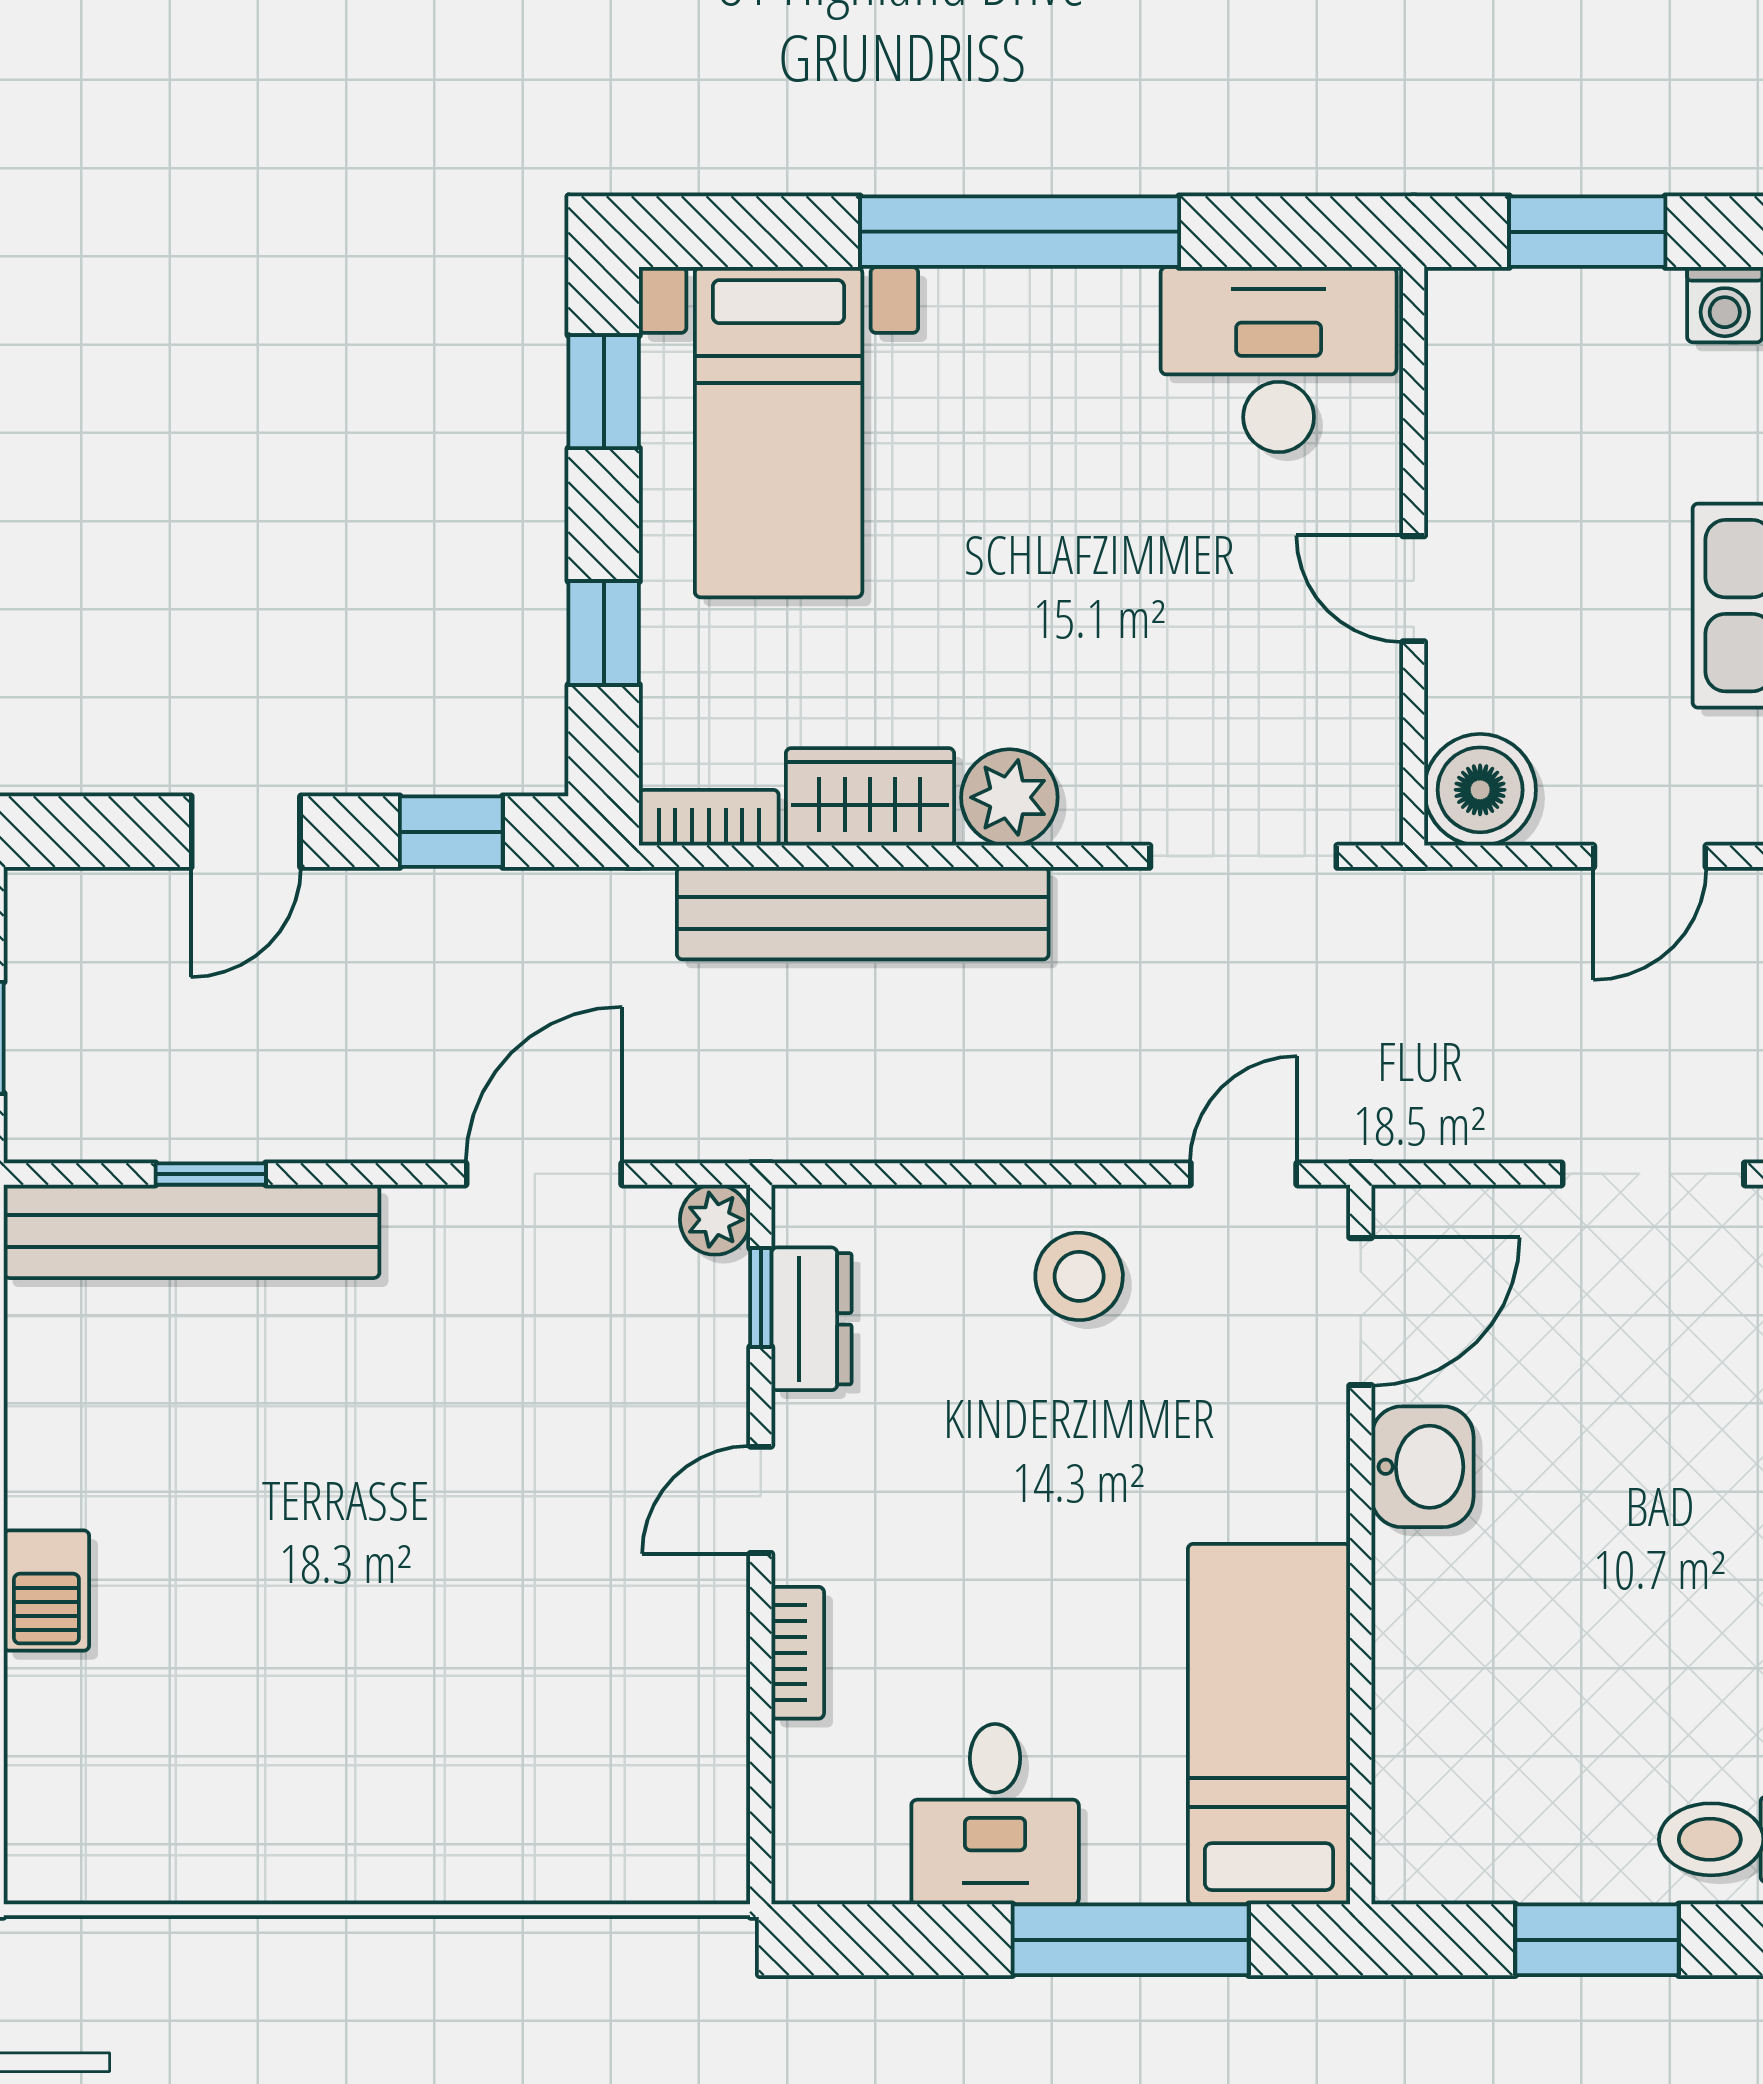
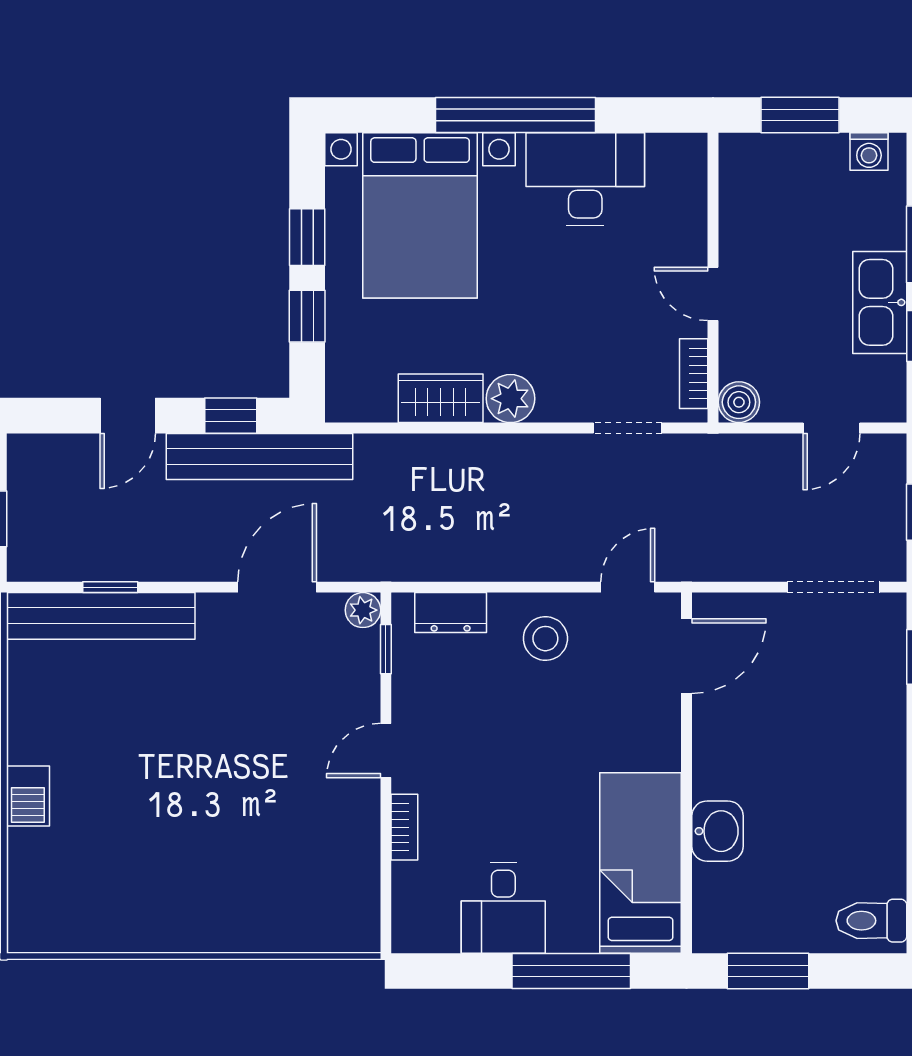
desk: (1279, 360) -> (585, 179), moved
window: (604, 392) -> (307, 237), moved
bed with nightstands: (779, 432) -> (420, 215), width x1.36
boiler: (1480, 790) -> (739, 402), width x0.73, depth x0.73
bookcase: (709, 818) -> (694, 374), moved, turned -90
doorway: (1243, 856) -> (628, 428), width x0.73
bench: (863, 913) -> (260, 456), moved
dresser: (811, 1319) -> (451, 613), moved, turned 90
washbasin: (1422, 1467) -> (717, 831), moved
window: (1597, 1940) -> (768, 971), moved

